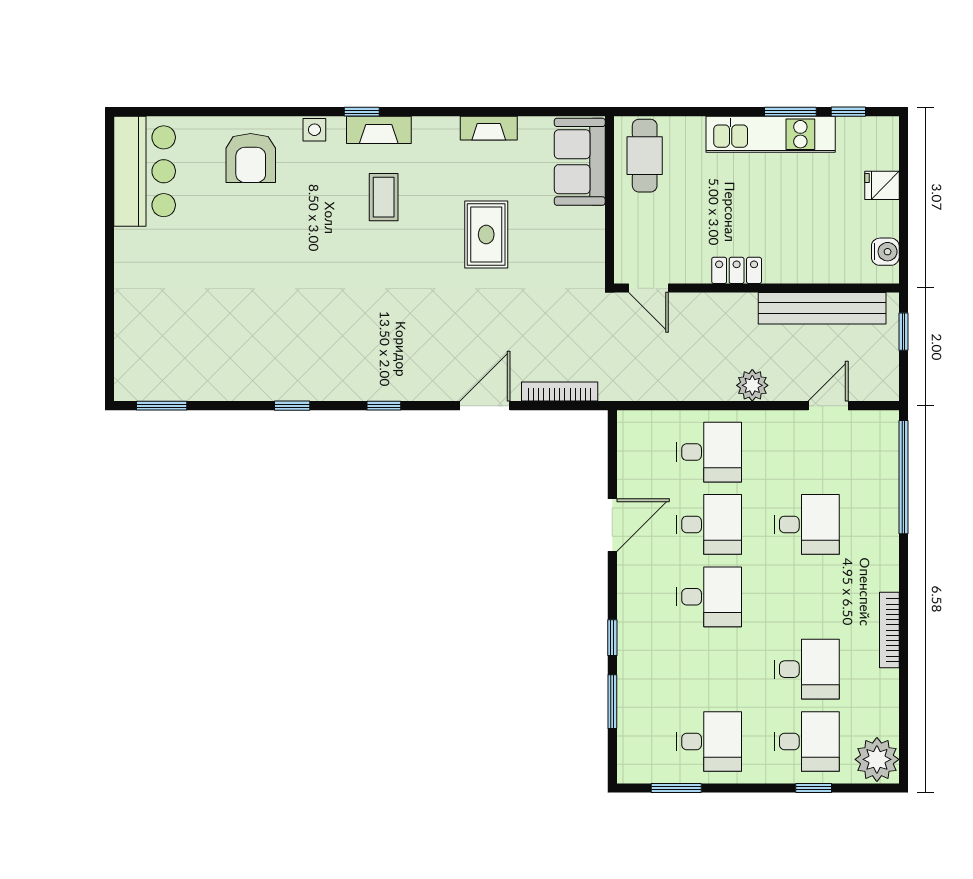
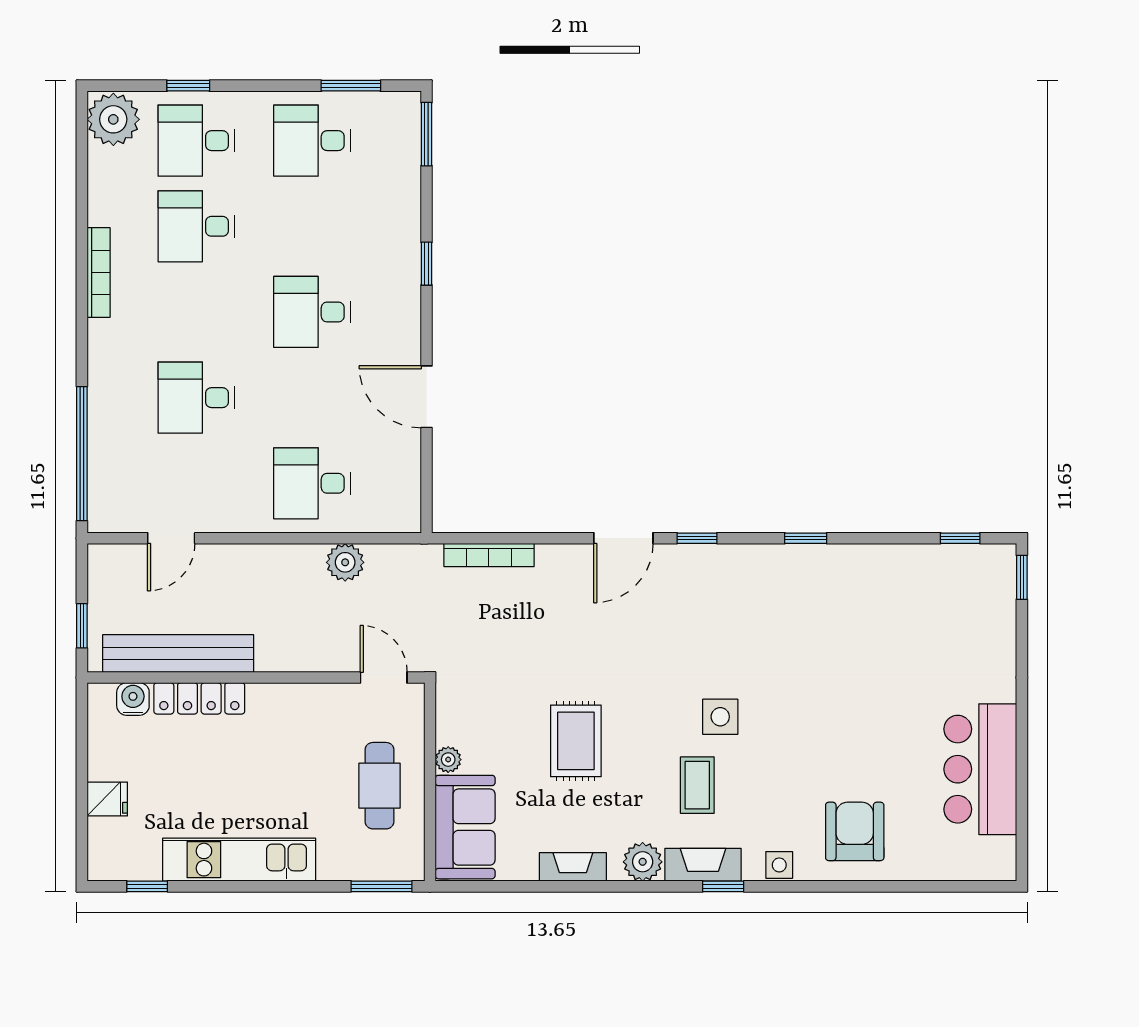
window: (790, 112) -> (382, 886), moved
plant: (430, 132) -> (643, 862), added
cafe table: (645, 156) -> (379, 786), moved
bar counter: (145, 171) -> (980, 769), moved
plant: (594, 219) -> (448, 760), added
water cooler: (885, 252) -> (133, 699), moved, turned 90
side table: (364, 255) -> (720, 717), added
locker: (737, 270) -> (199, 698), moved, width x1.53
window: (110, 373) -> (1022, 577), added
plant: (752, 385) -> (345, 562), moved
window: (162, 406) -> (960, 538), width x0.67
door: (485, 406) -> (623, 538), moved
desk: (709, 524) -> (312, 398), removed
door: (612, 525) -> (426, 397), hinge flipped
window: (612, 702) -> (426, 134), moved

